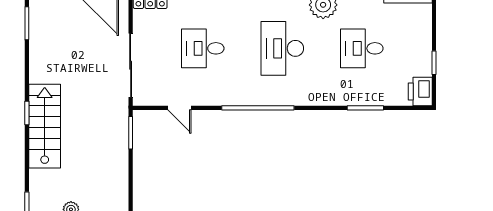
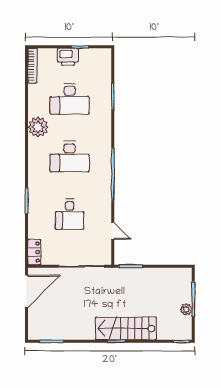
desk: (362, 48) -> (70, 99), width x1.37
printer: (420, 92) -> (68, 57), moved
door: (179, 108) -> (113, 231), hinge flipped

